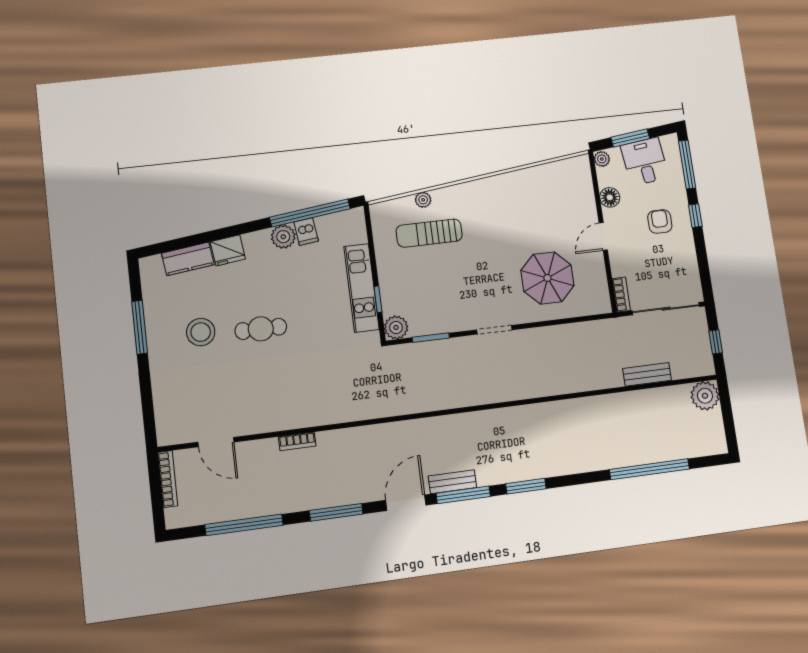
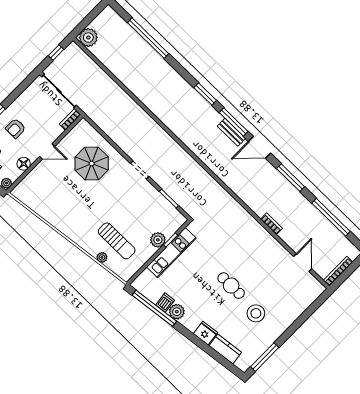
window: (140, 327) -> (265, 357), moved
plant: (396, 327) -> (158, 240), moved
bench: (647, 374) -> (101, 75), removed

